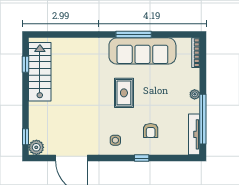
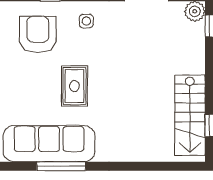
armchair: (151, 131) -> (38, 34), width x1.88, depth x1.88

